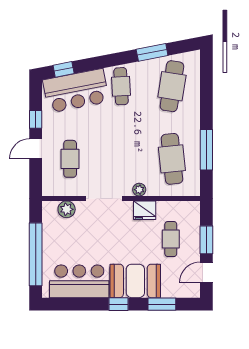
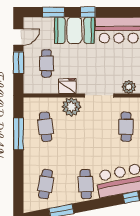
cafe table: (172, 86) -> (46, 184), width x0.73, depth x0.74
cafe table: (172, 159) -> (46, 127), width x0.73, depth x0.74
plant: (139, 190) -> (71, 107), width x1.87, depth x1.87

